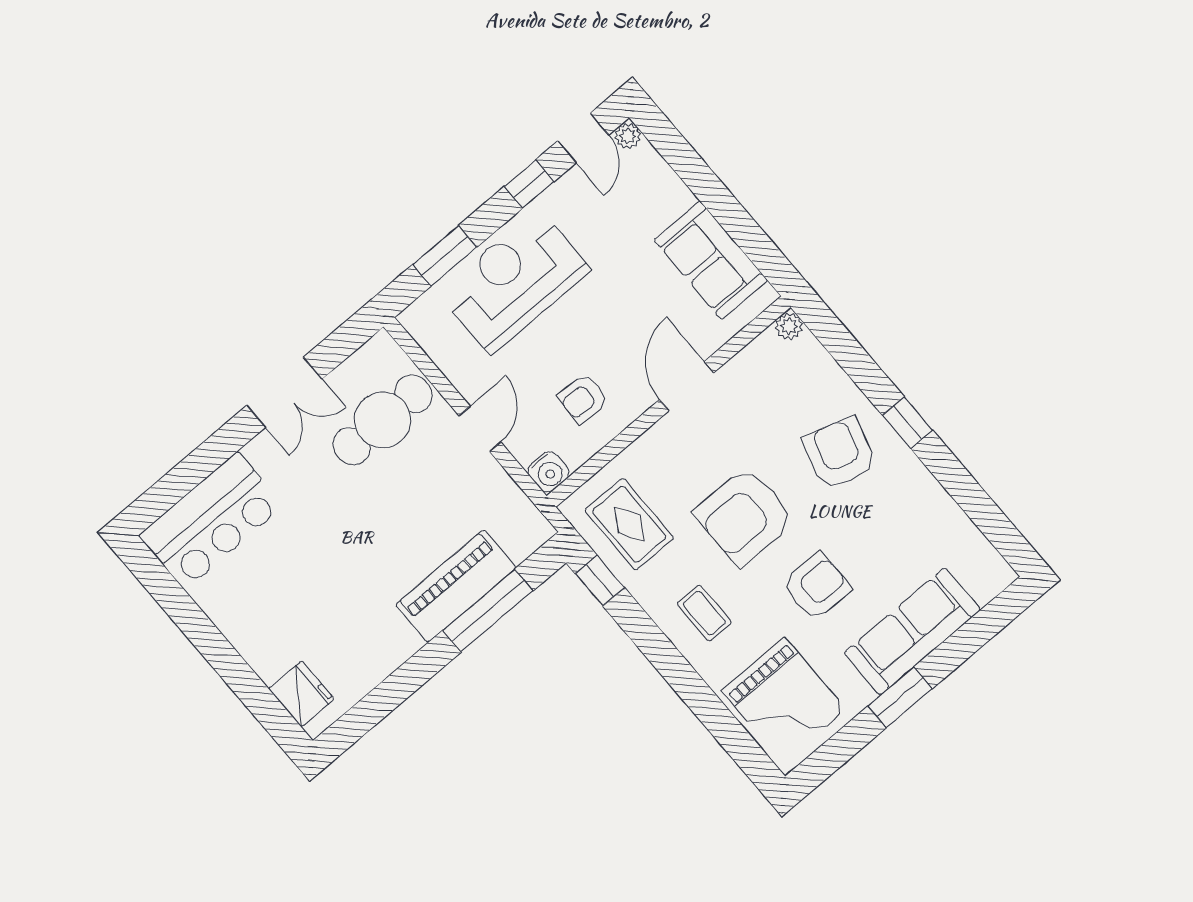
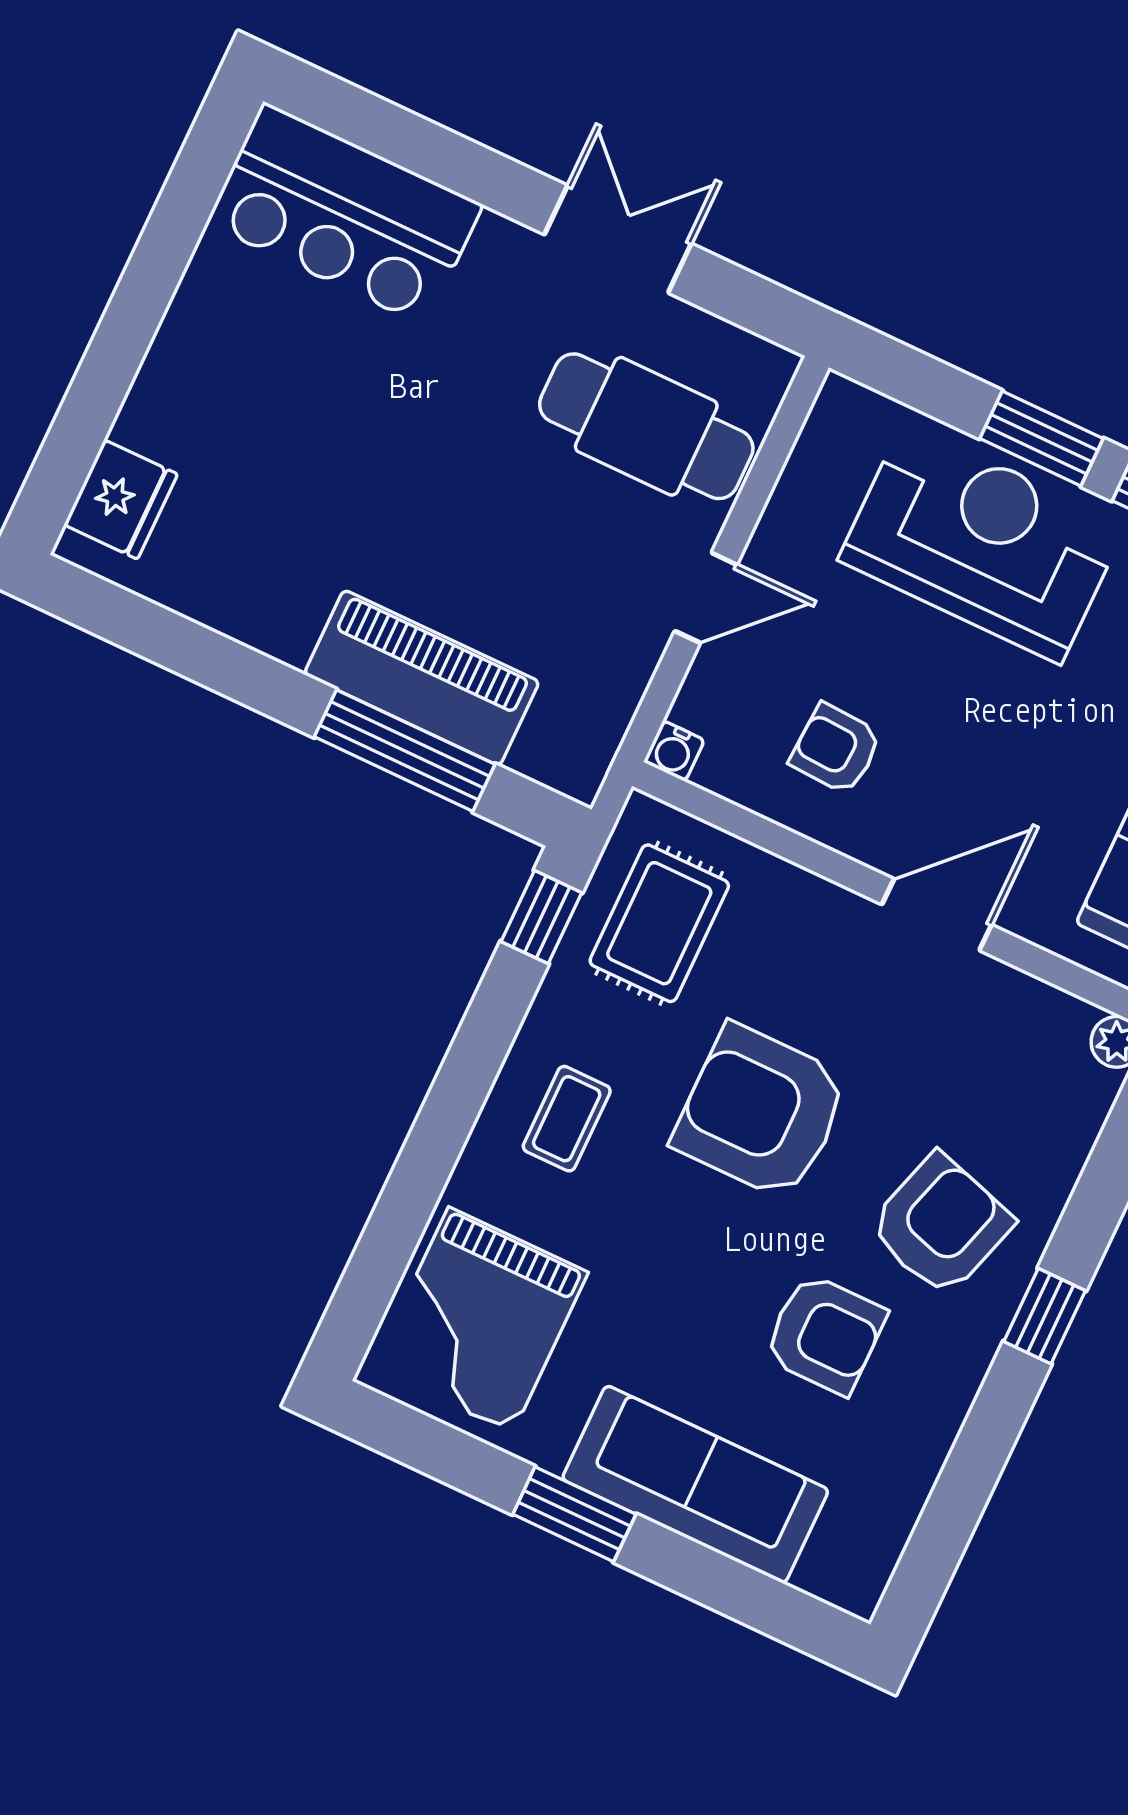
window: (445, 256) -> (1042, 438), moved
double door: (284, 392) -> (618, 239), swing flipped
water cooler: (548, 472) -> (674, 751), width x0.72, depth x0.72
armchair: (817, 586) -> (825, 1334), moved

